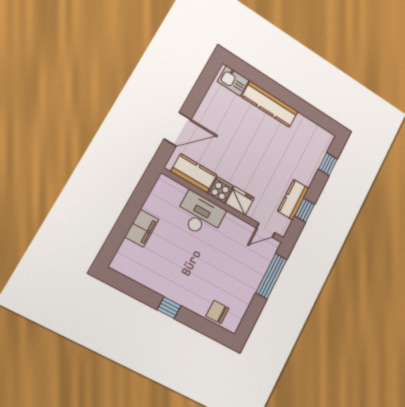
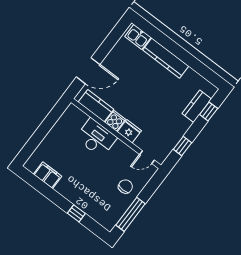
kitchen counter: (293, 200) -> (197, 106), moved
filing cabinet: (142, 228) -> (48, 175), moved, turned -90
window: (271, 276) -> (130, 214), moved
window: (169, 308) -> (76, 213), moved
chair: (217, 312) -> (125, 187), moved, turned 90

